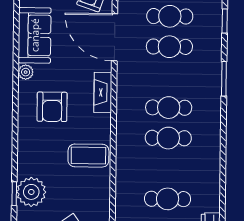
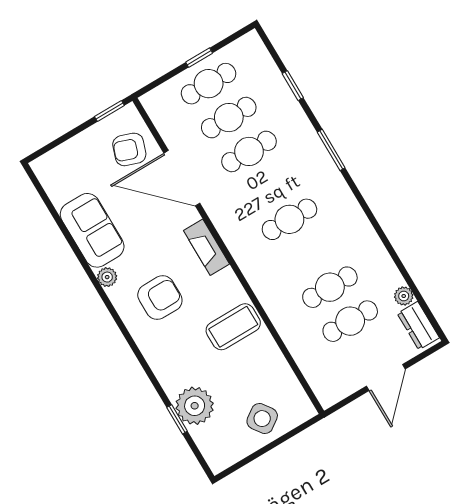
armchair: (52, 107) -> (160, 298), turned -90
cafe table: (168, 138) -> (330, 287), moved
plant: (213, 204) -> (404, 296), added

